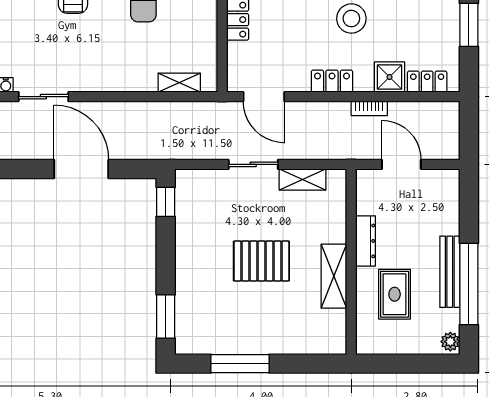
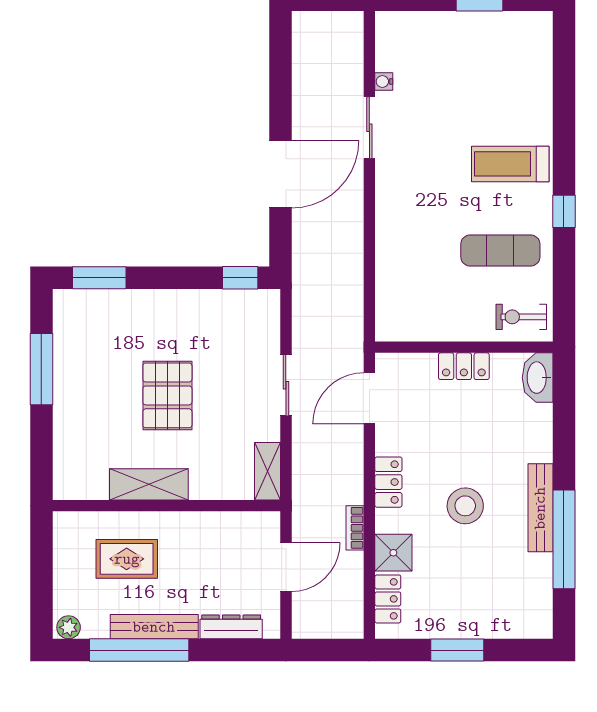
shelving: (179, 83) -> (387, 294), removed
shelving: (303, 180) -> (267, 471), moved
dresser: (366, 241) -> (231, 627), moved, turned 180

